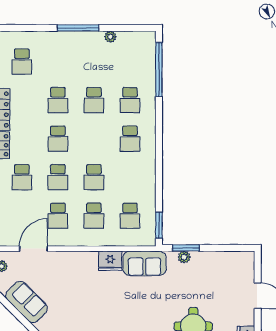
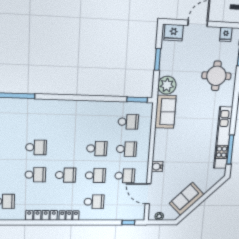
school desk: (130, 100) -> (37, 119), removed
school desk: (130, 139) -> (68, 120), removed
window: (186, 248) -> (158, 59), moved
plant: (184, 257) -> (167, 85), width x1.88, depth x1.88
water cooler: (71, 258) -> (157, 167), added
fridge: (110, 261) -> (174, 33), moved, turned 90

